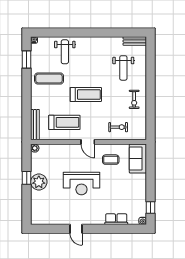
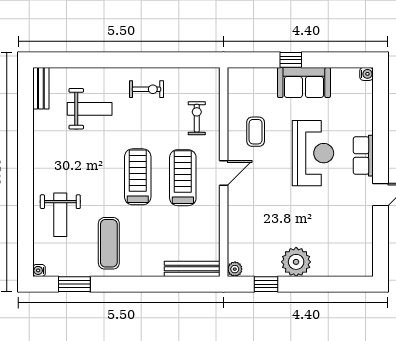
weight bench: (65, 52) -> (60, 215), turned 90
treadmill: (64, 122) -> (183, 178), moved
sofa: (138, 159) -> (304, 82), moved
window: (27, 178) -> (266, 284), moved
reception desk: (81, 183) -> (313, 153), moved
window: (150, 208) -> (291, 60), moved
row of seats: (116, 219) -> (363, 156), moved

